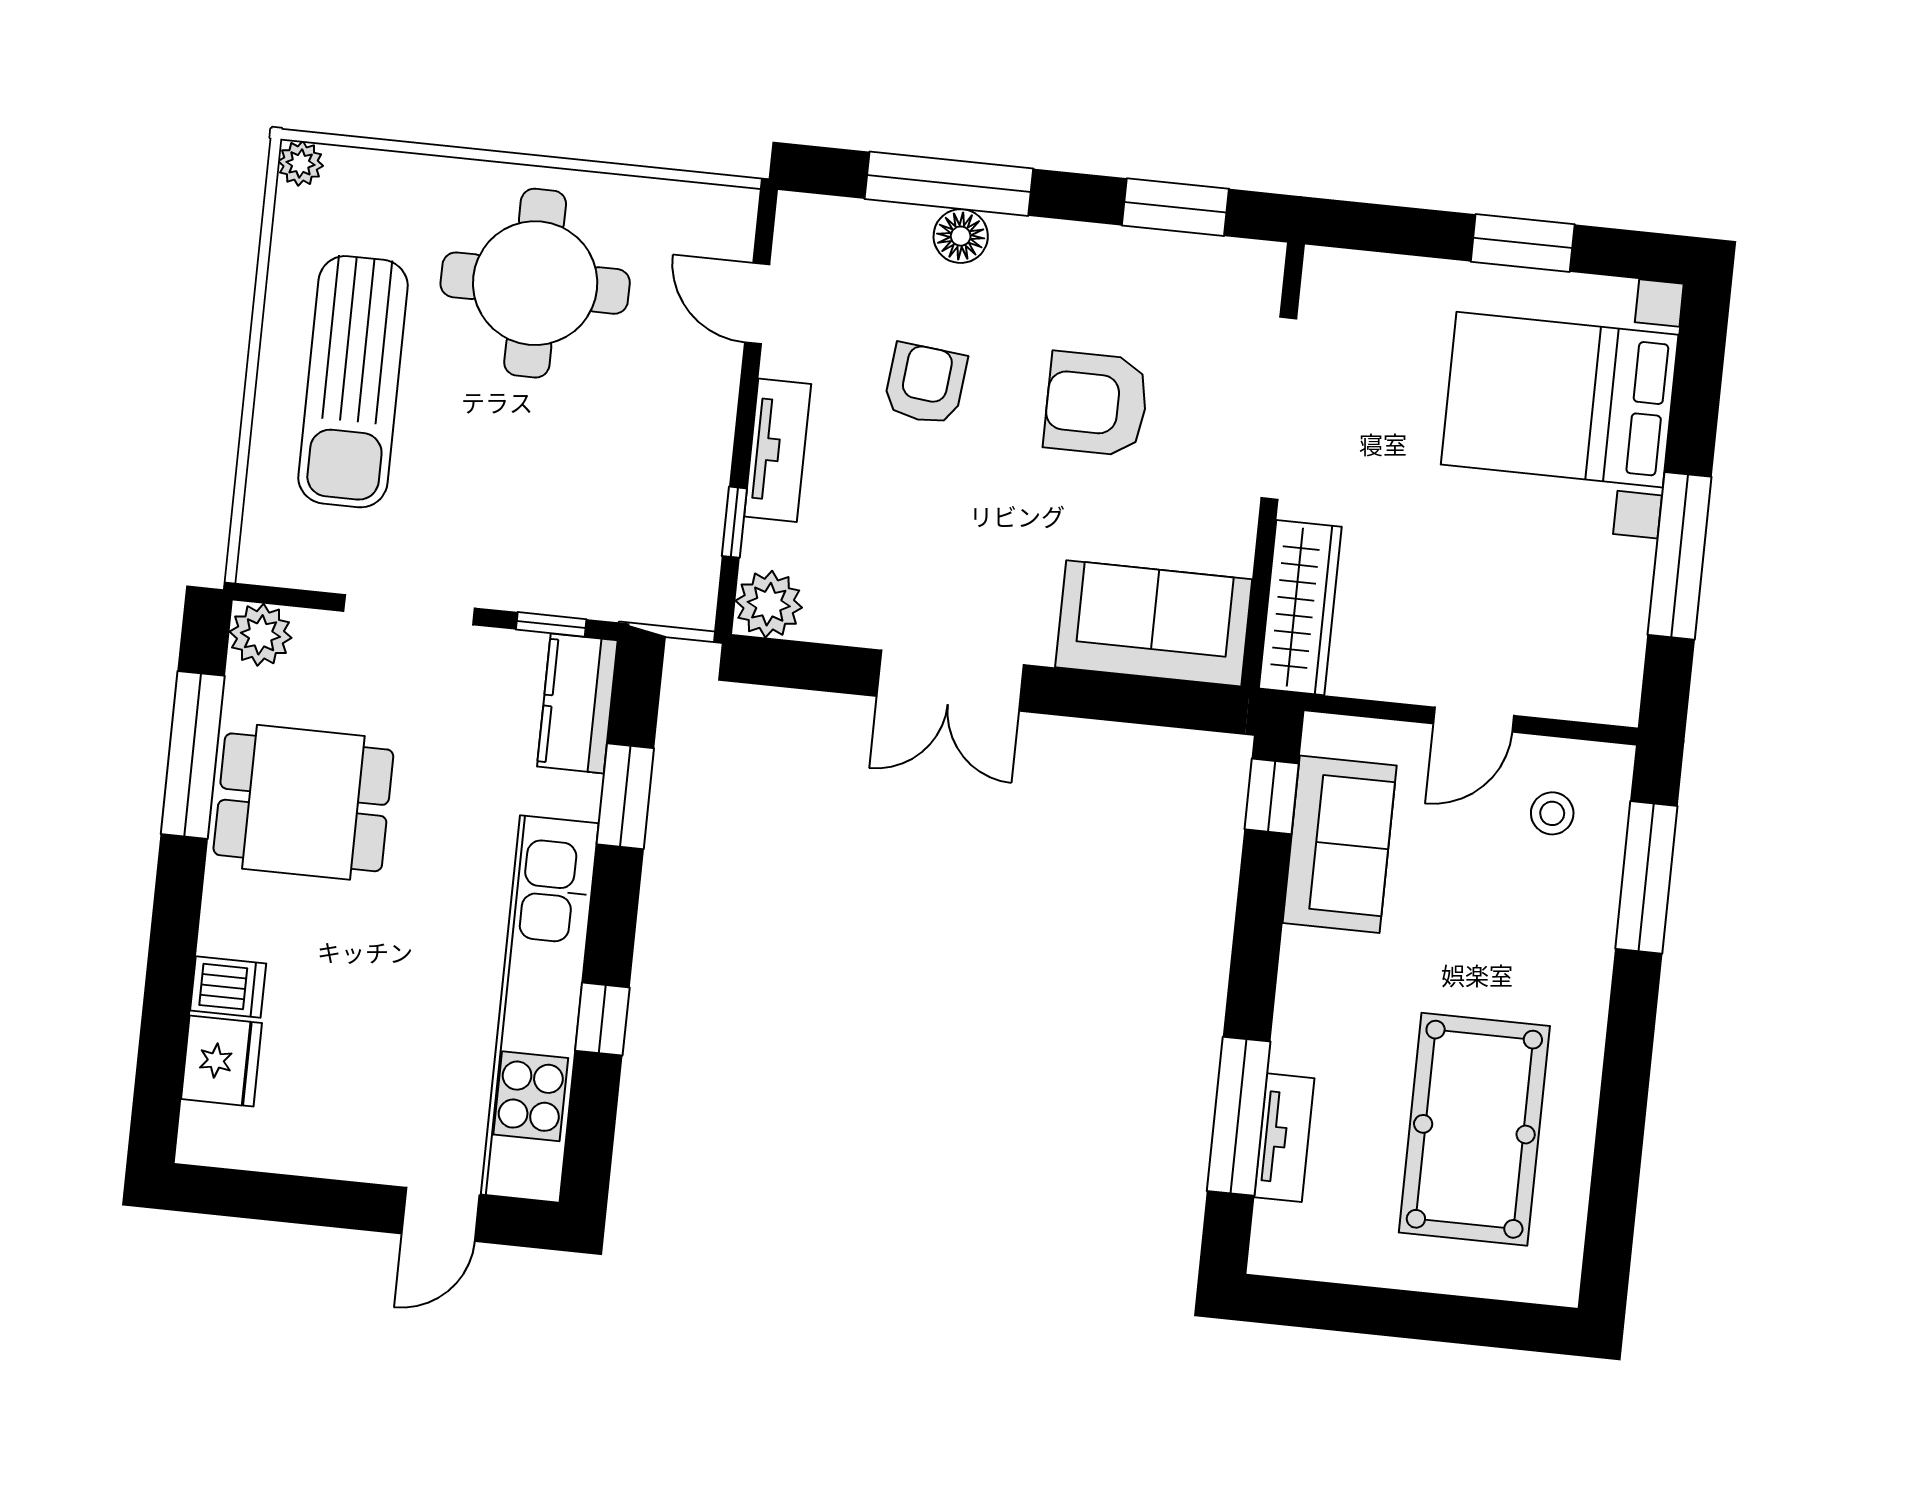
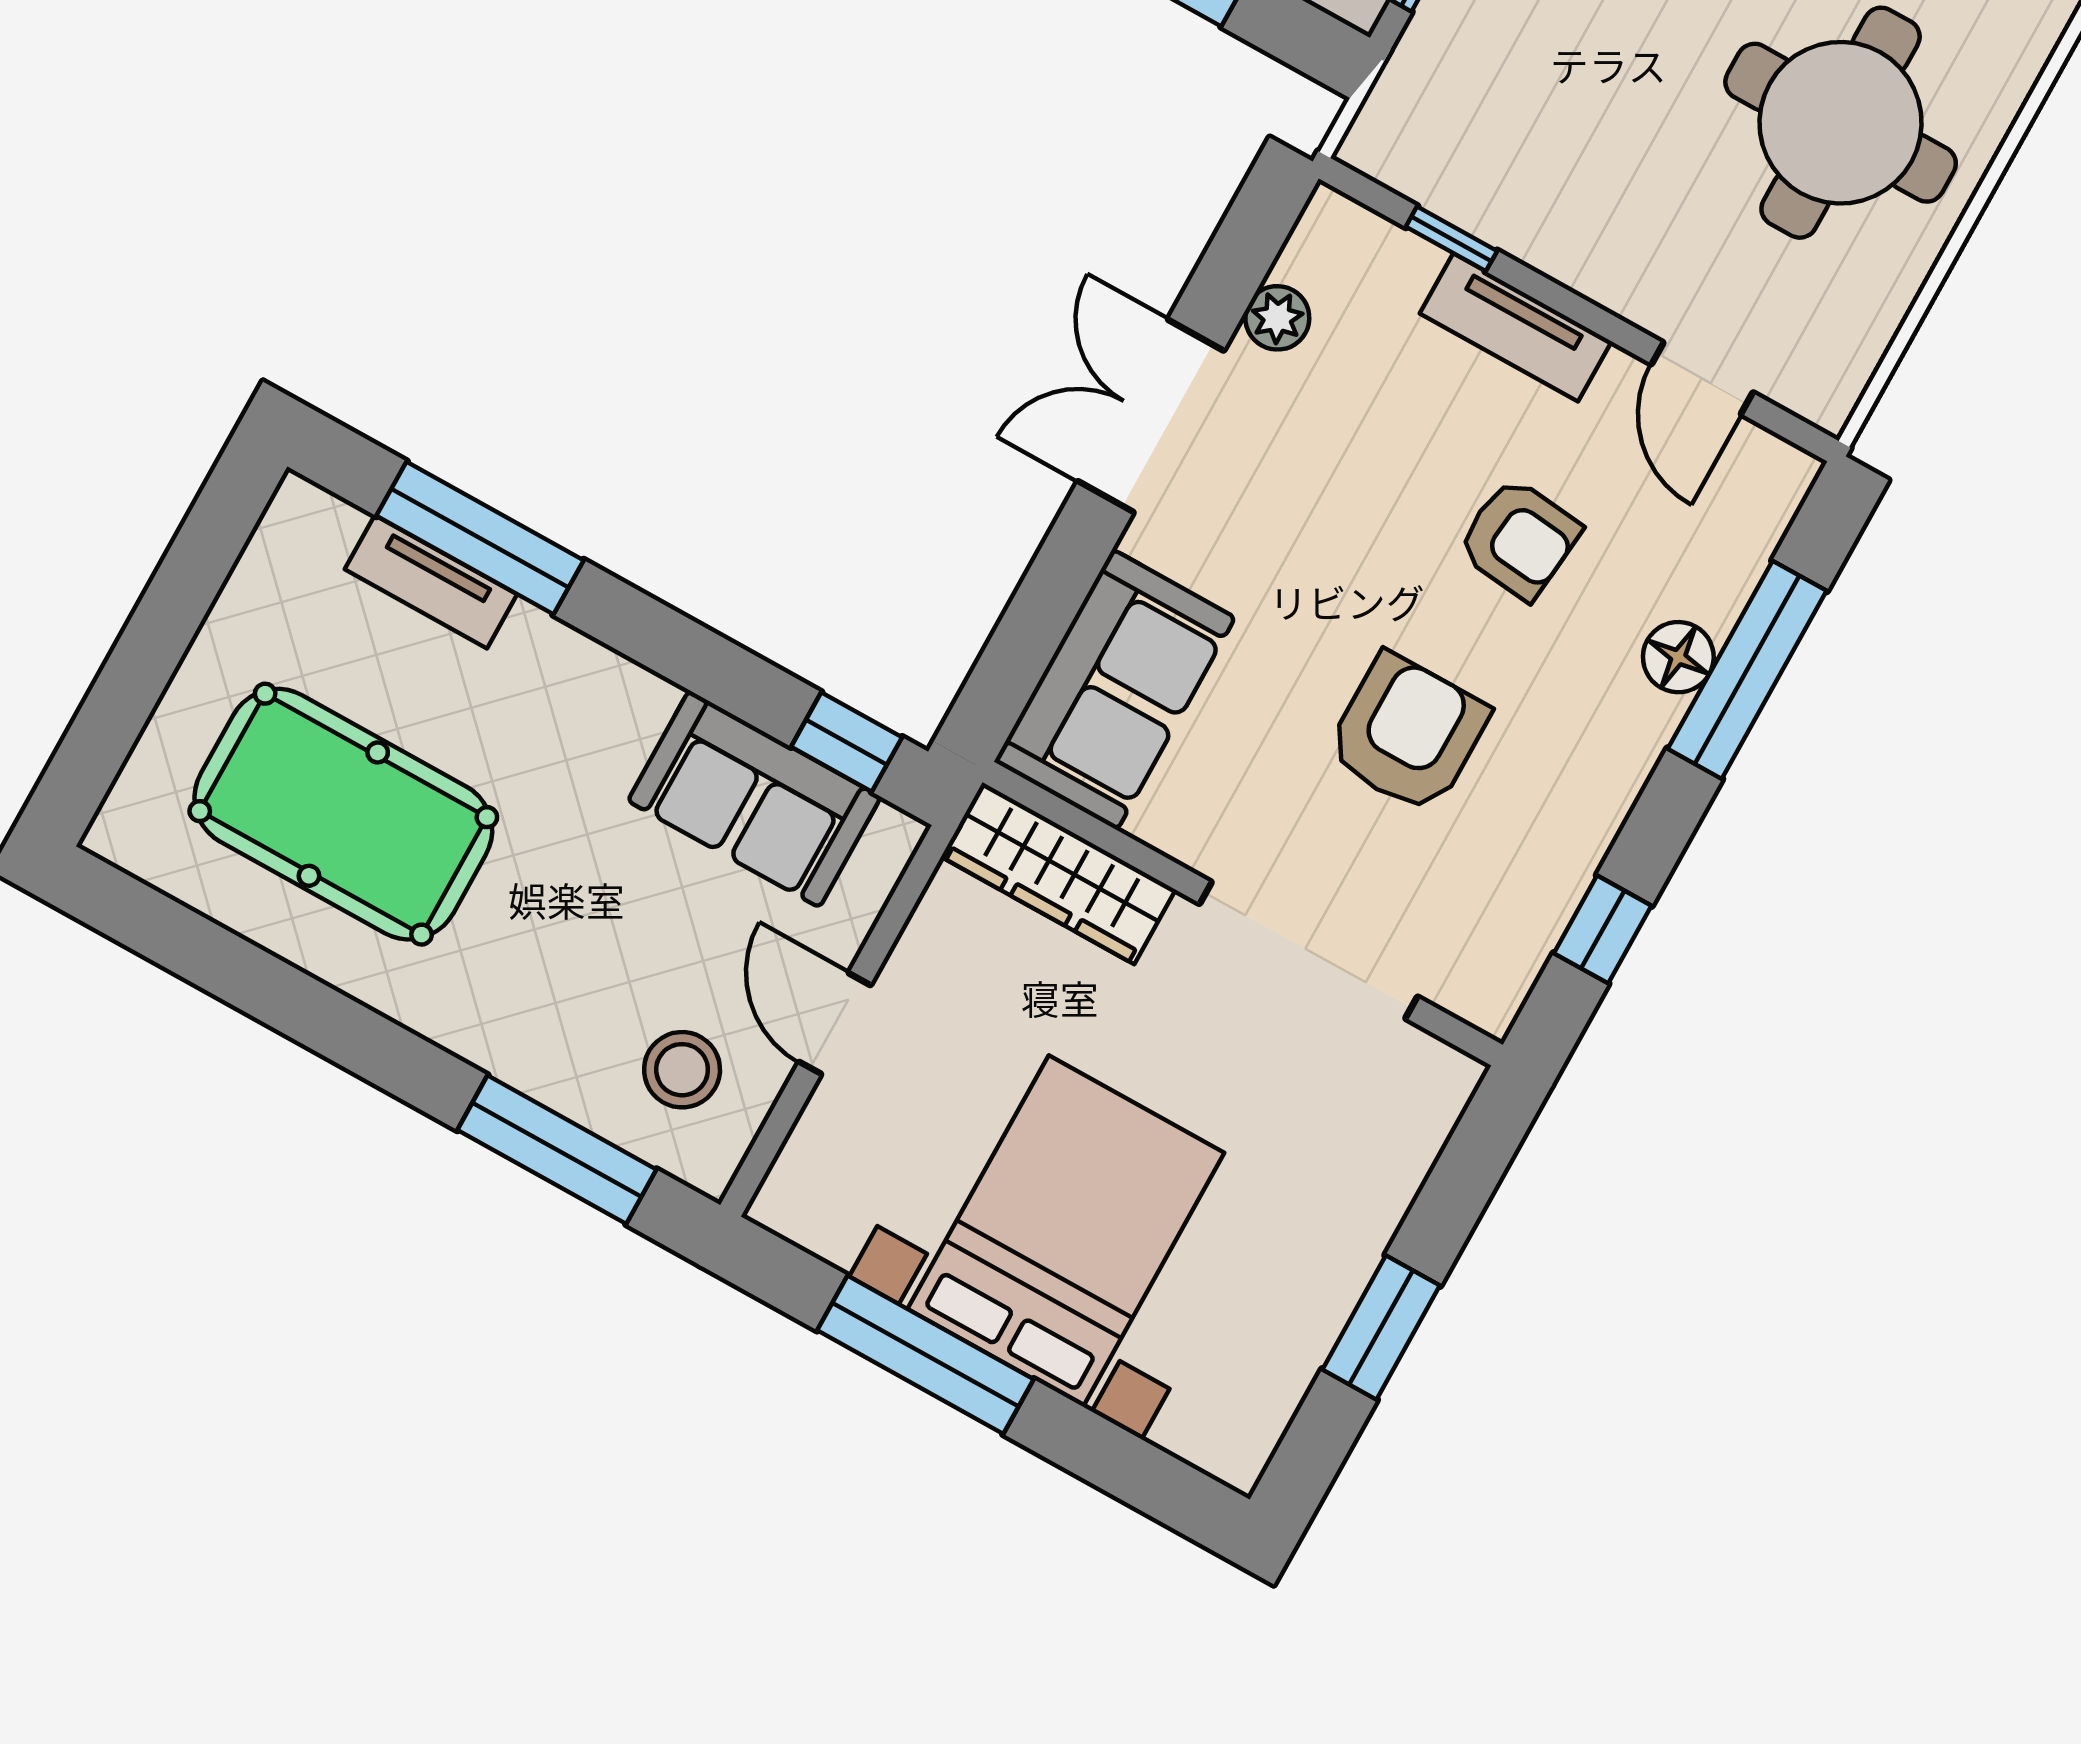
window: (1175, 207) -> (1603, 929), width x0.67
door: (757, 303) -> (1702, 378), swing flipped
bed with nightstands: (1560, 400) -> (1066, 1231), moved
plant: (769, 604) -> (1277, 318), moved, width x0.73, depth x0.73
stool: (1552, 813) -> (682, 1070), width x1.37, depth x1.37

